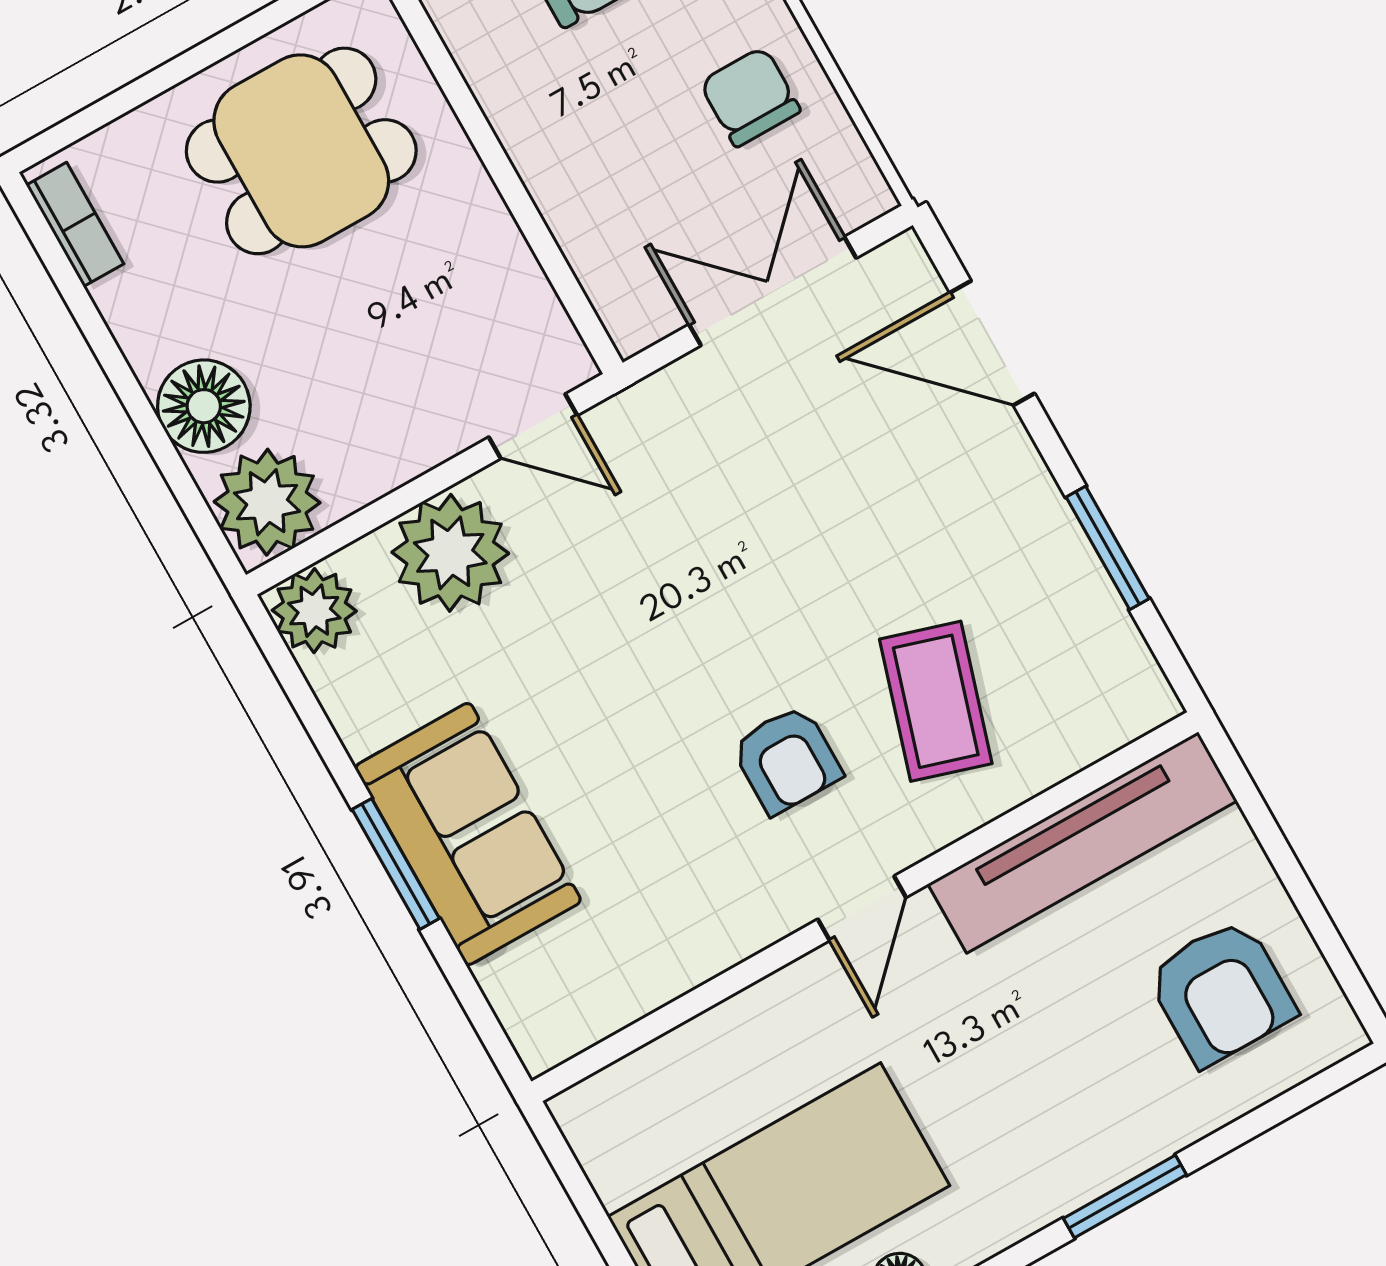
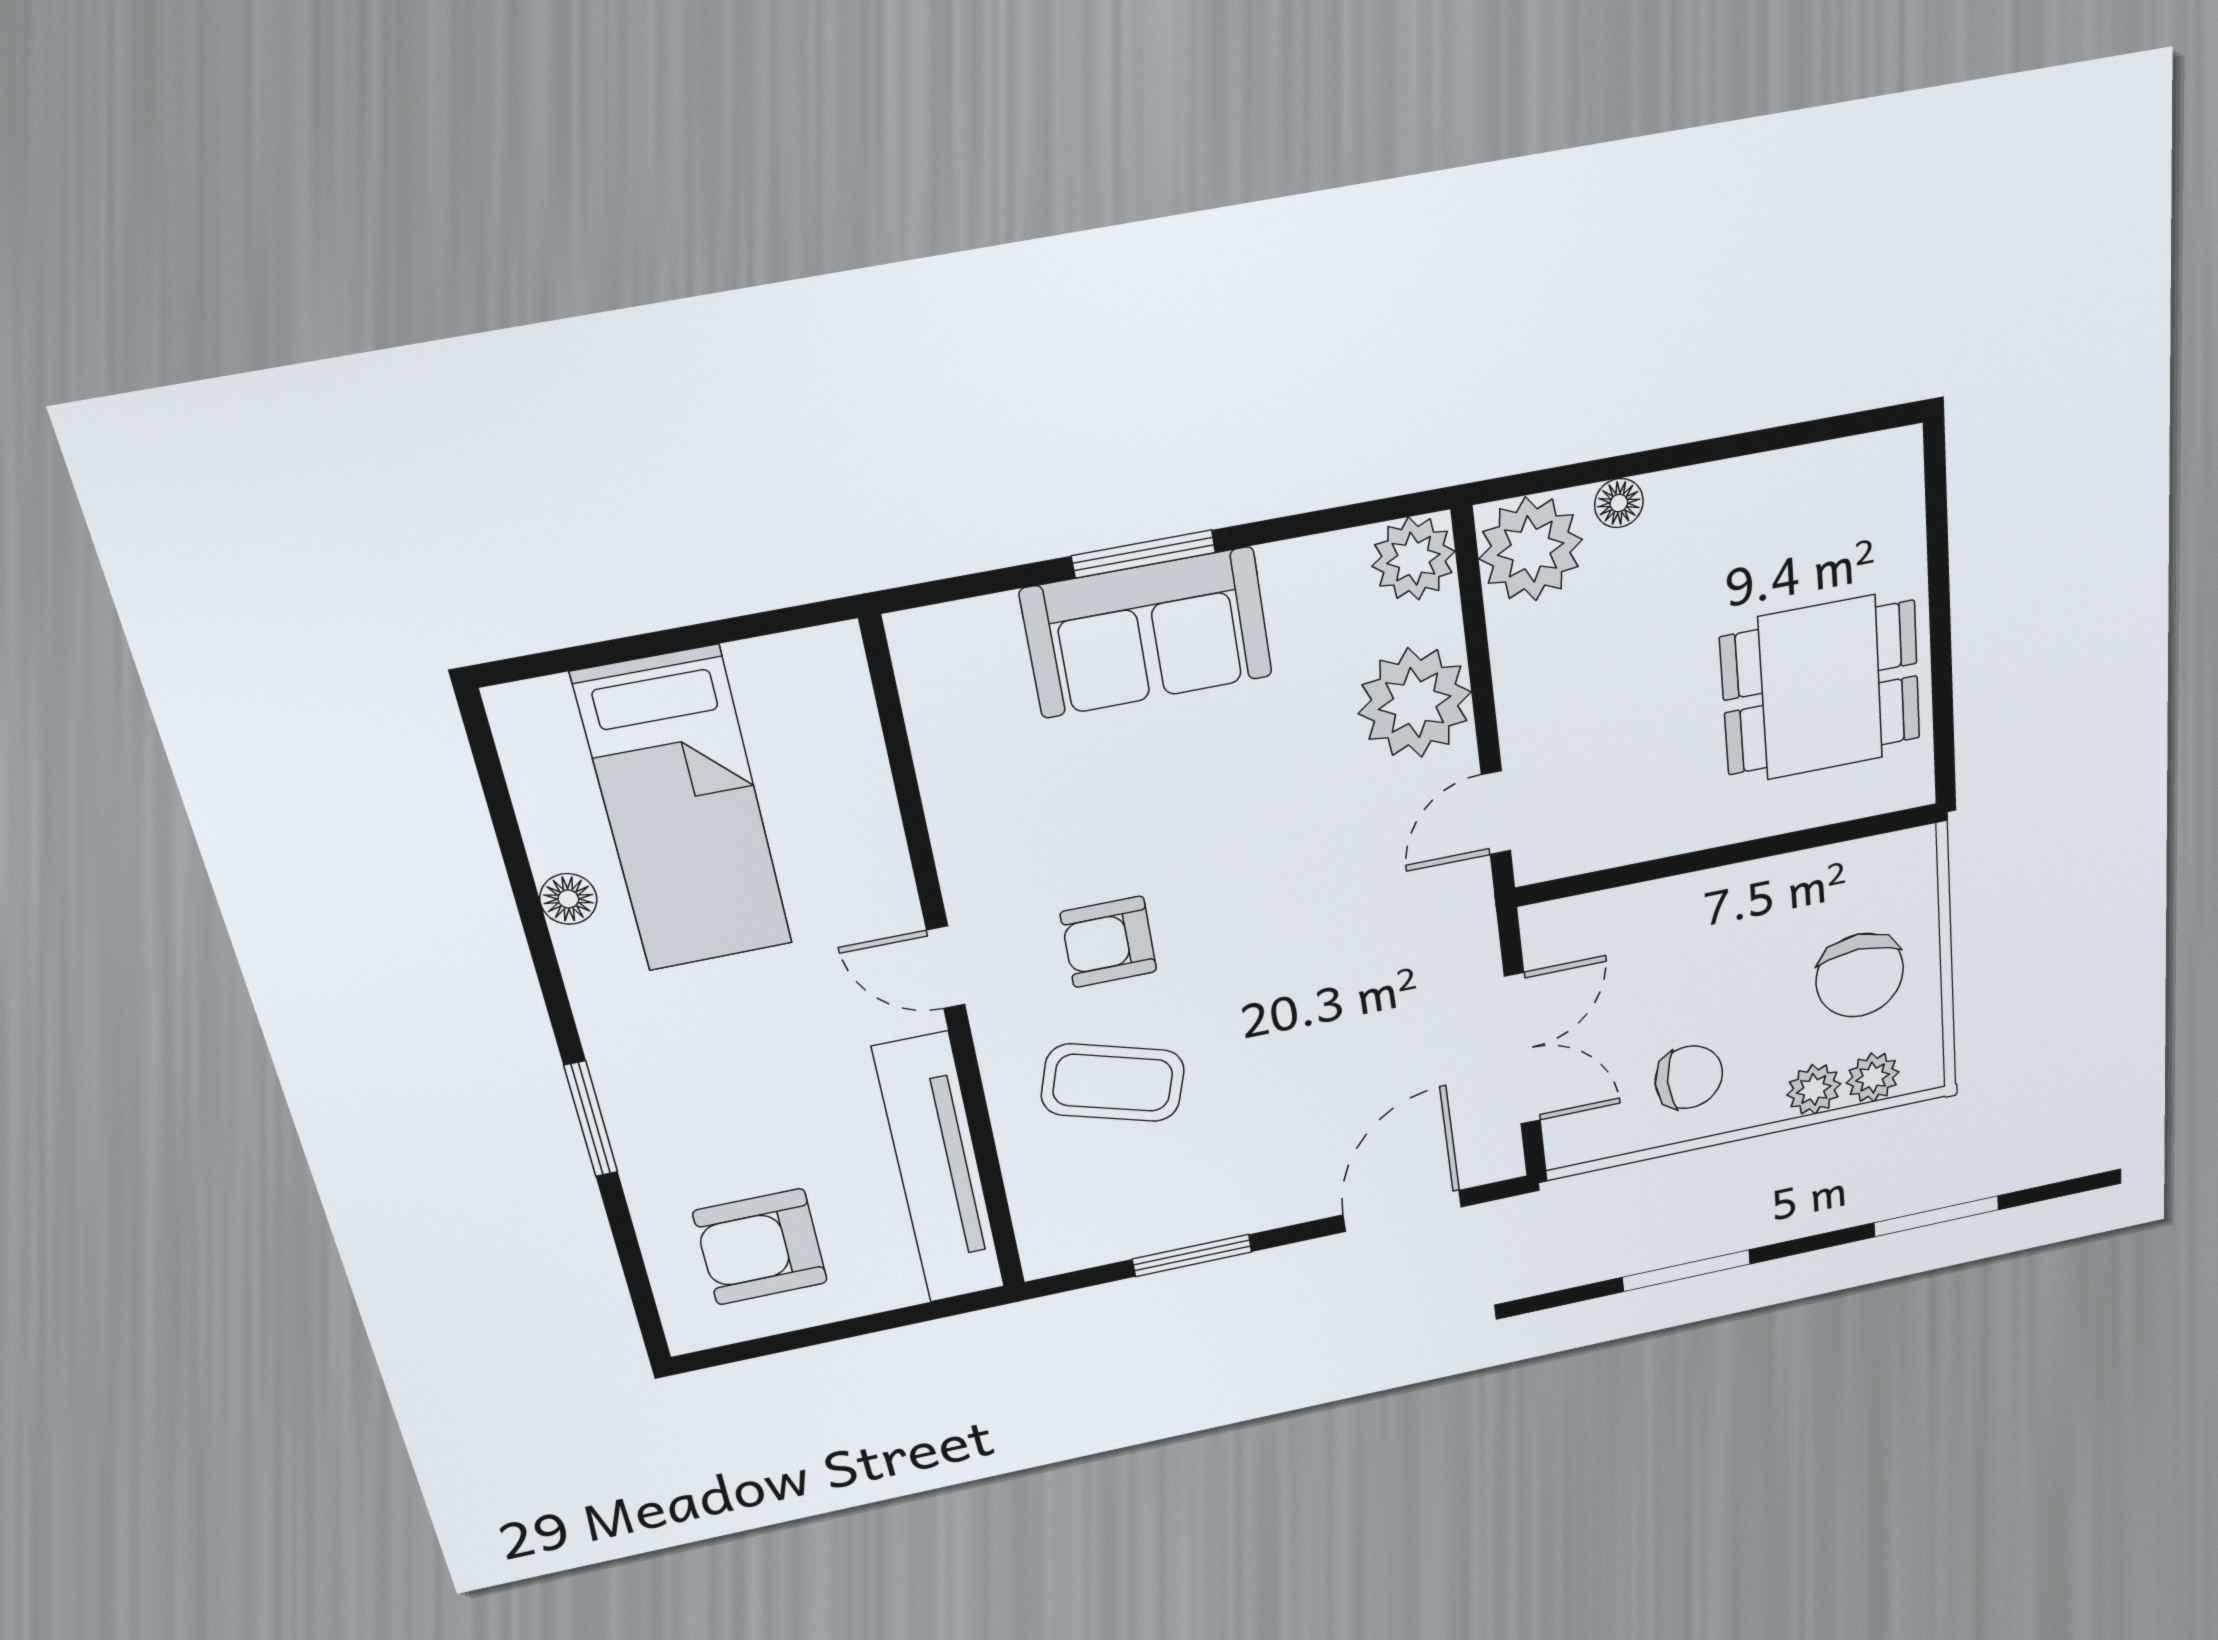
dining table: (301, 151) -> (1821, 688), turned 90
bookcase: (75, 224) -> (1854, 458), removed
floor lamp: (204, 406) -> (1619, 503), width x0.53, depth x0.53

